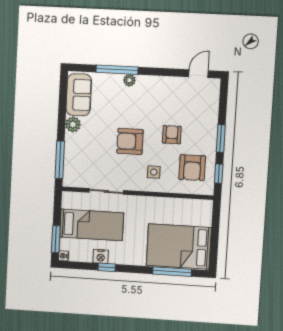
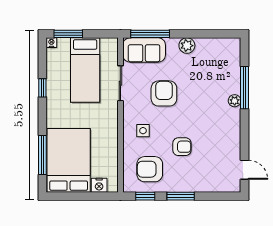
sofa: (79, 95) -> (144, 50), moved
armchair: (130, 141) -> (164, 93), moved
nightstand: (101, 256) -> (99, 185), moved, turned -90

